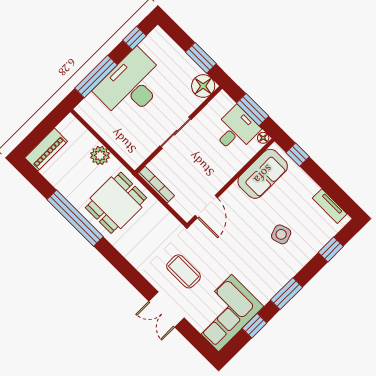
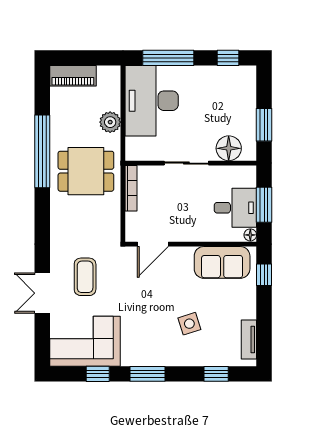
desk: (131, 85) -> (152, 101), moved, turned -90
floor lamp: (203, 86) -> (229, 148), moved

